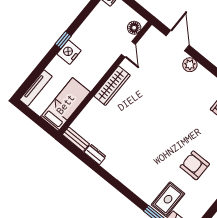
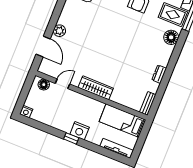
door: (178, 41) -> (43, 47), swing flipped
dresser: (95, 154) -> (159, 74), moved
floor lamp: (143, 189) -> (171, 37), added

